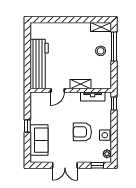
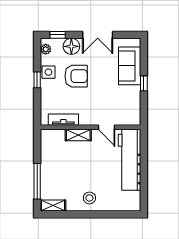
stool: (101, 51) -> (89, 198), moved
door: (58, 90) -> (107, 127), swing flipped
window: (114, 103) -> (37, 80), moved
floor lamp: (86, 156) -> (71, 46), added
double door: (65, 165) -> (98, 35), swing flipped

